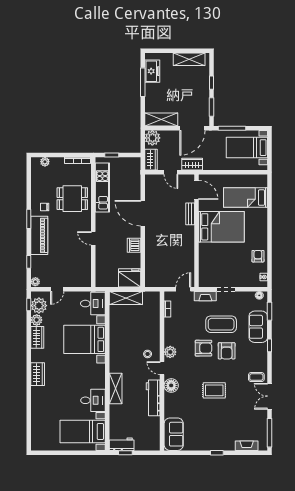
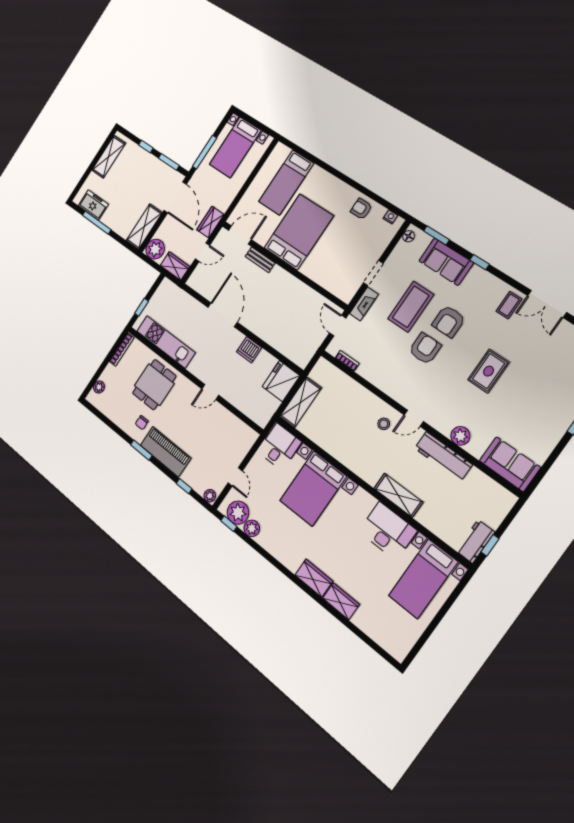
door: (143, 213) -> (223, 315), swing flipped
wardrobe: (37, 337) -> (341, 601), moved
armchair: (227, 351) -> (449, 321), turned 90
plant: (170, 352) -> (460, 436), moved
floor lamp: (171, 385) -> (443, 422), removed
desk: (93, 400) -> (388, 531), width x1.37

